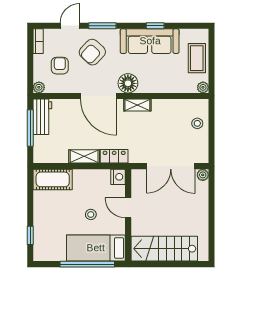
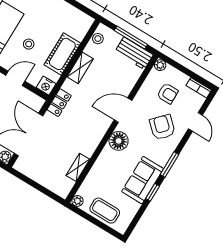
window: (102, 26) -> (169, 165), moved
sofa: (150, 41) -> (143, 180), width x0.73
door: (99, 96) -> (123, 110), width x0.73
shelving: (137, 105) -> (78, 167), moved
stool: (197, 123) -> (98, 39), moved
locker: (114, 156) -> (59, 103), moved
cot: (53, 179) -> (62, 54), moved

